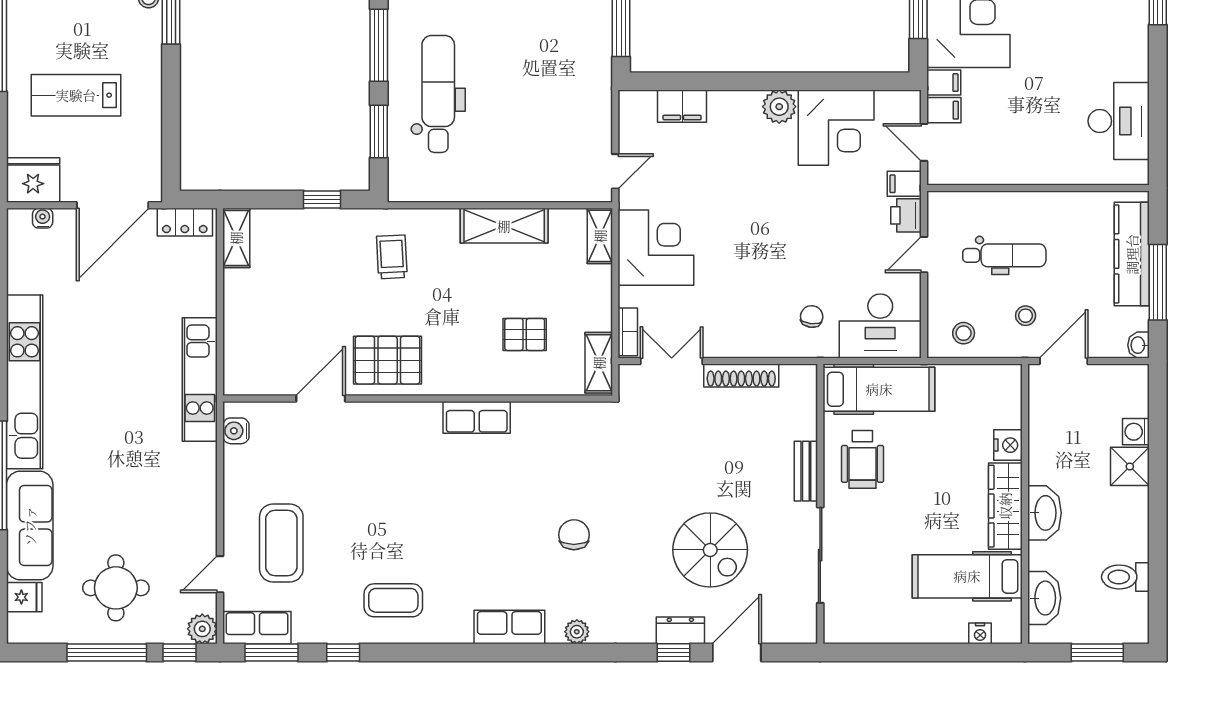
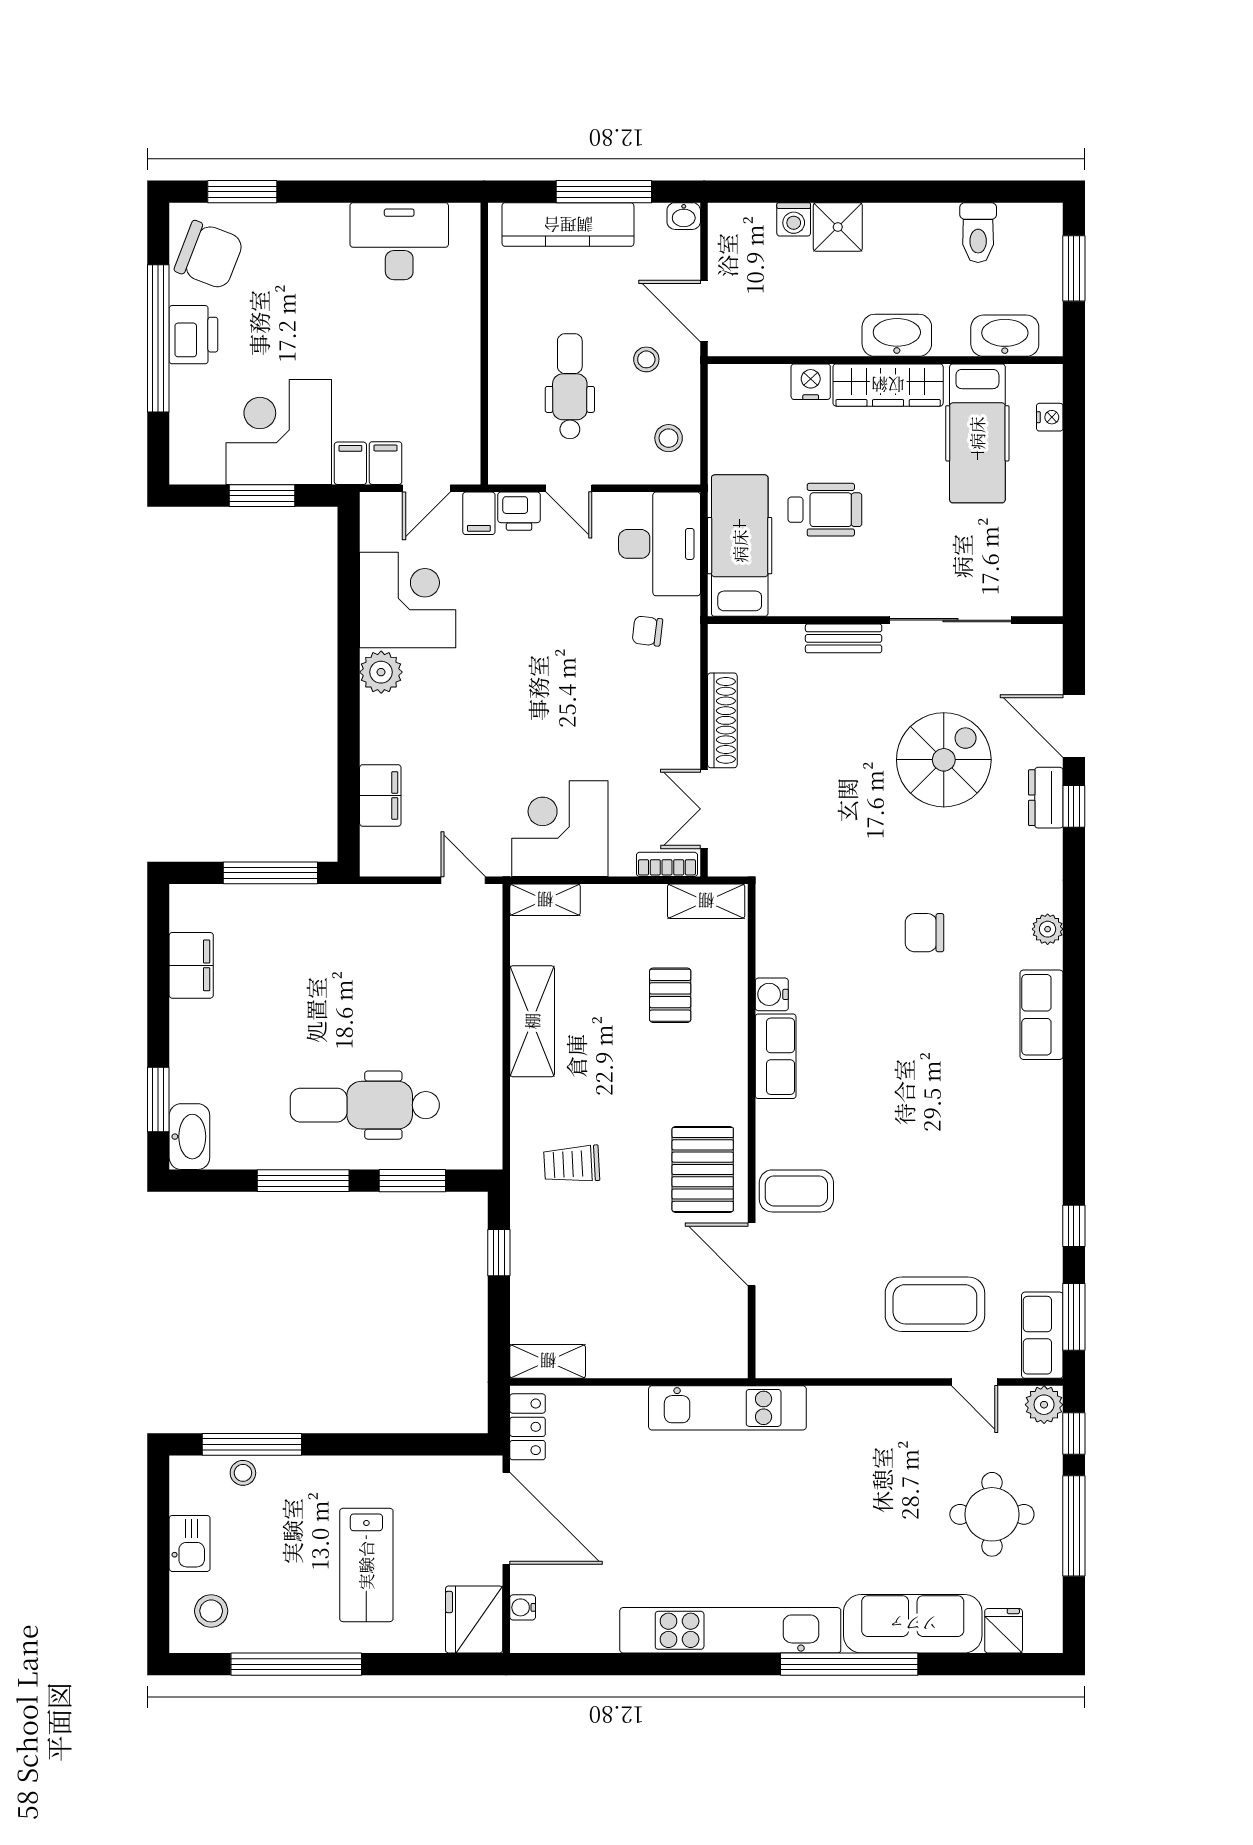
water cooler: (236, 431) -> (772, 994), moved, turned 90
wheelchair: (862, 459) -> (825, 510), moved
coffee table: (393, 600) -> (796, 1191), moved, turned 90

